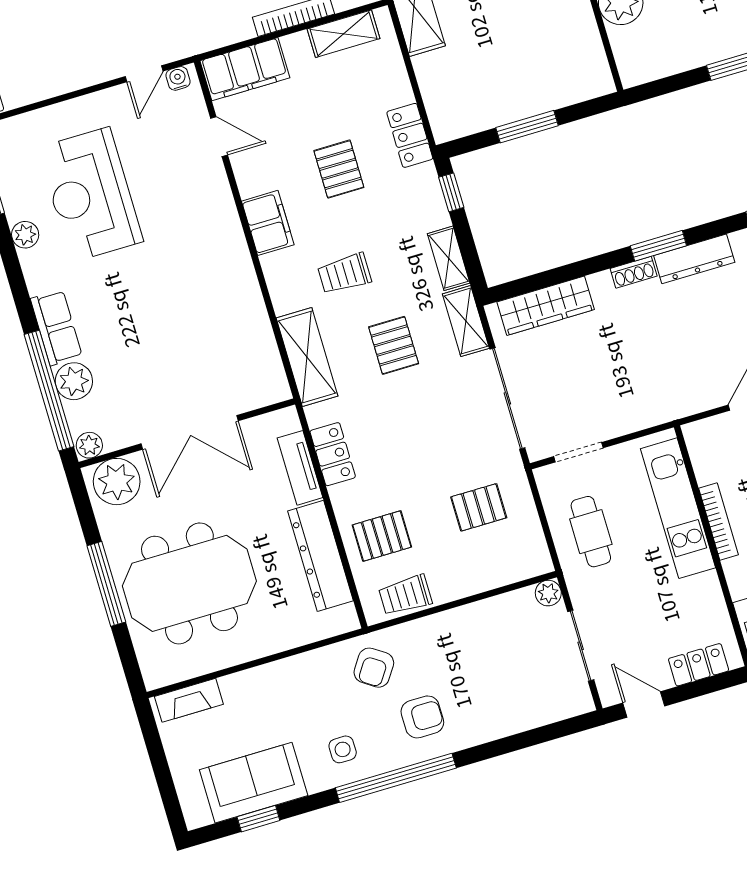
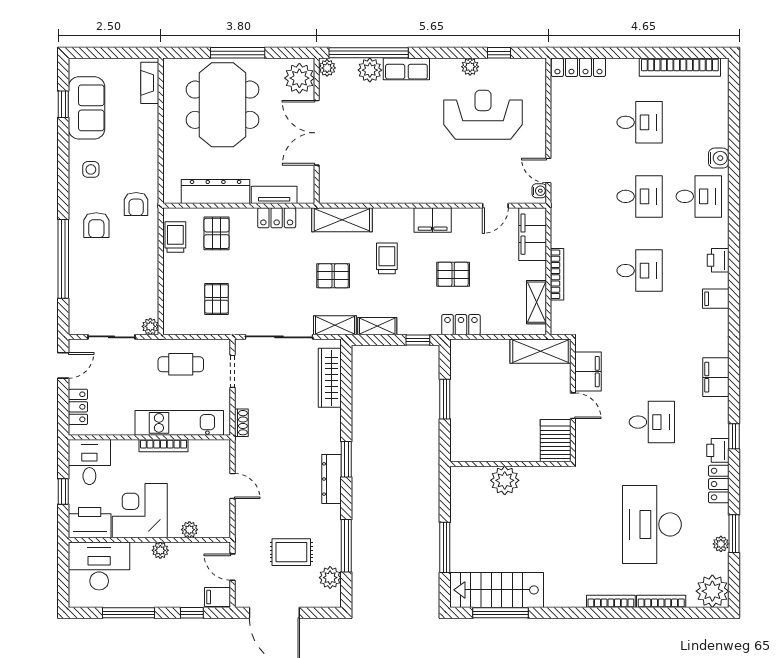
shoe rack: (634, 272) -> (241, 423), moved, turned 180
armchair: (374, 668) -> (136, 204), turned -124
window: (396, 778) -> (63, 259), moved

